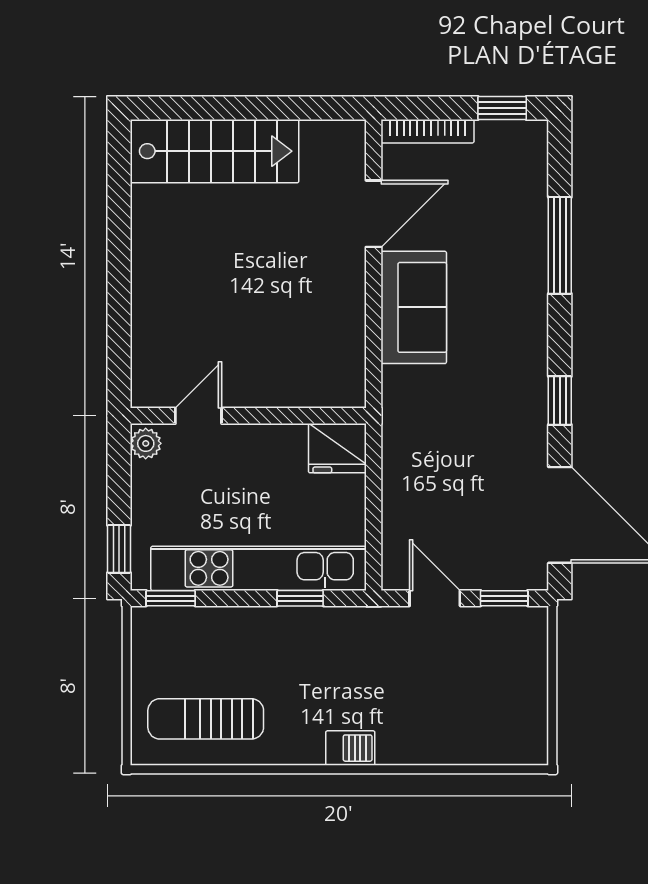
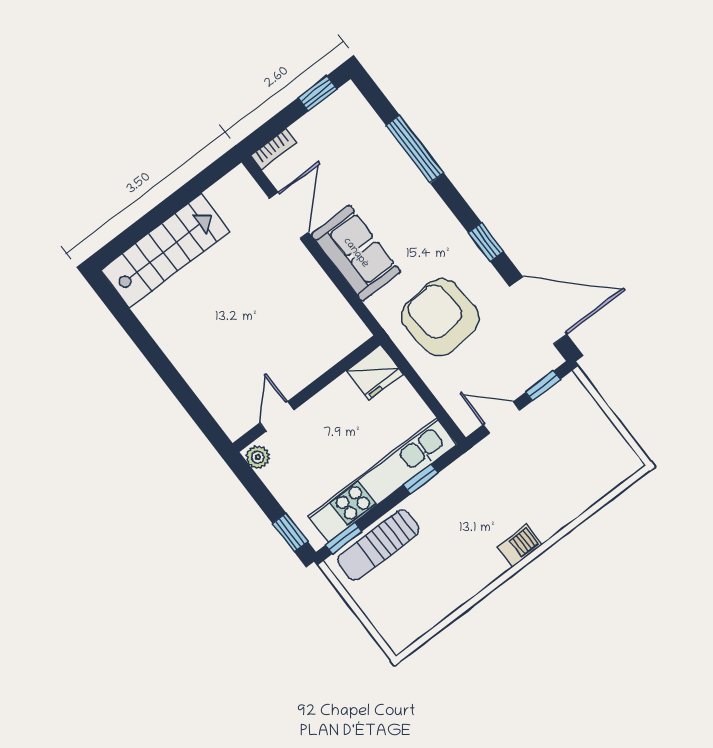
bookcase: (428, 131) -> (274, 149), width x0.64
armchair: (451, 443) -> (440, 317), added
sun lounger: (206, 719) -> (378, 545), moved

